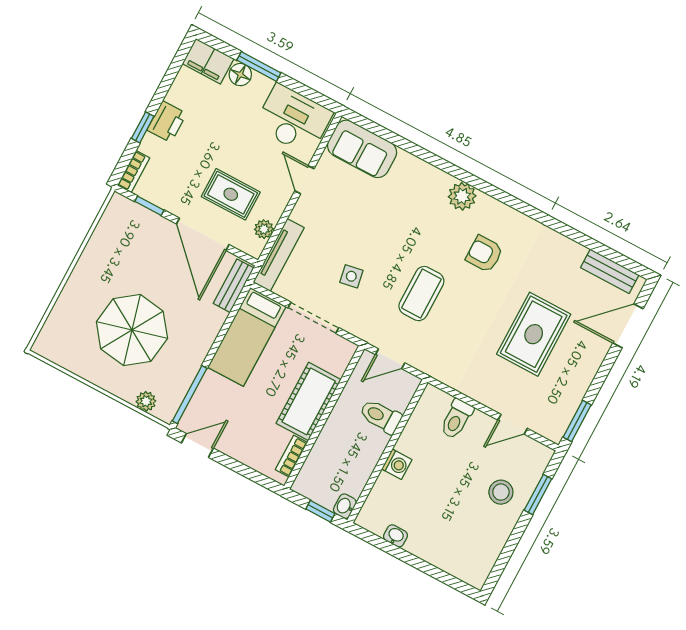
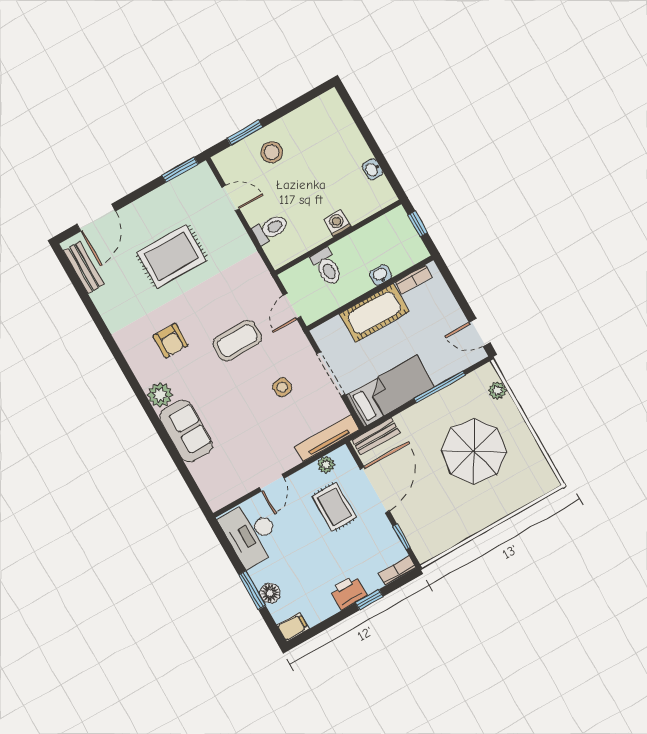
filing cabinet: (208, 61) -> (293, 627), width x0.50
sofa: (362, 149) -> (186, 431), moved
door: (628, 326) -> (96, 218), hinge flipped
door: (390, 359) -> (292, 306), swing flipped
window: (190, 395) -> (440, 387), moved
washbasin: (345, 506) -> (380, 275), moved, turned 180

